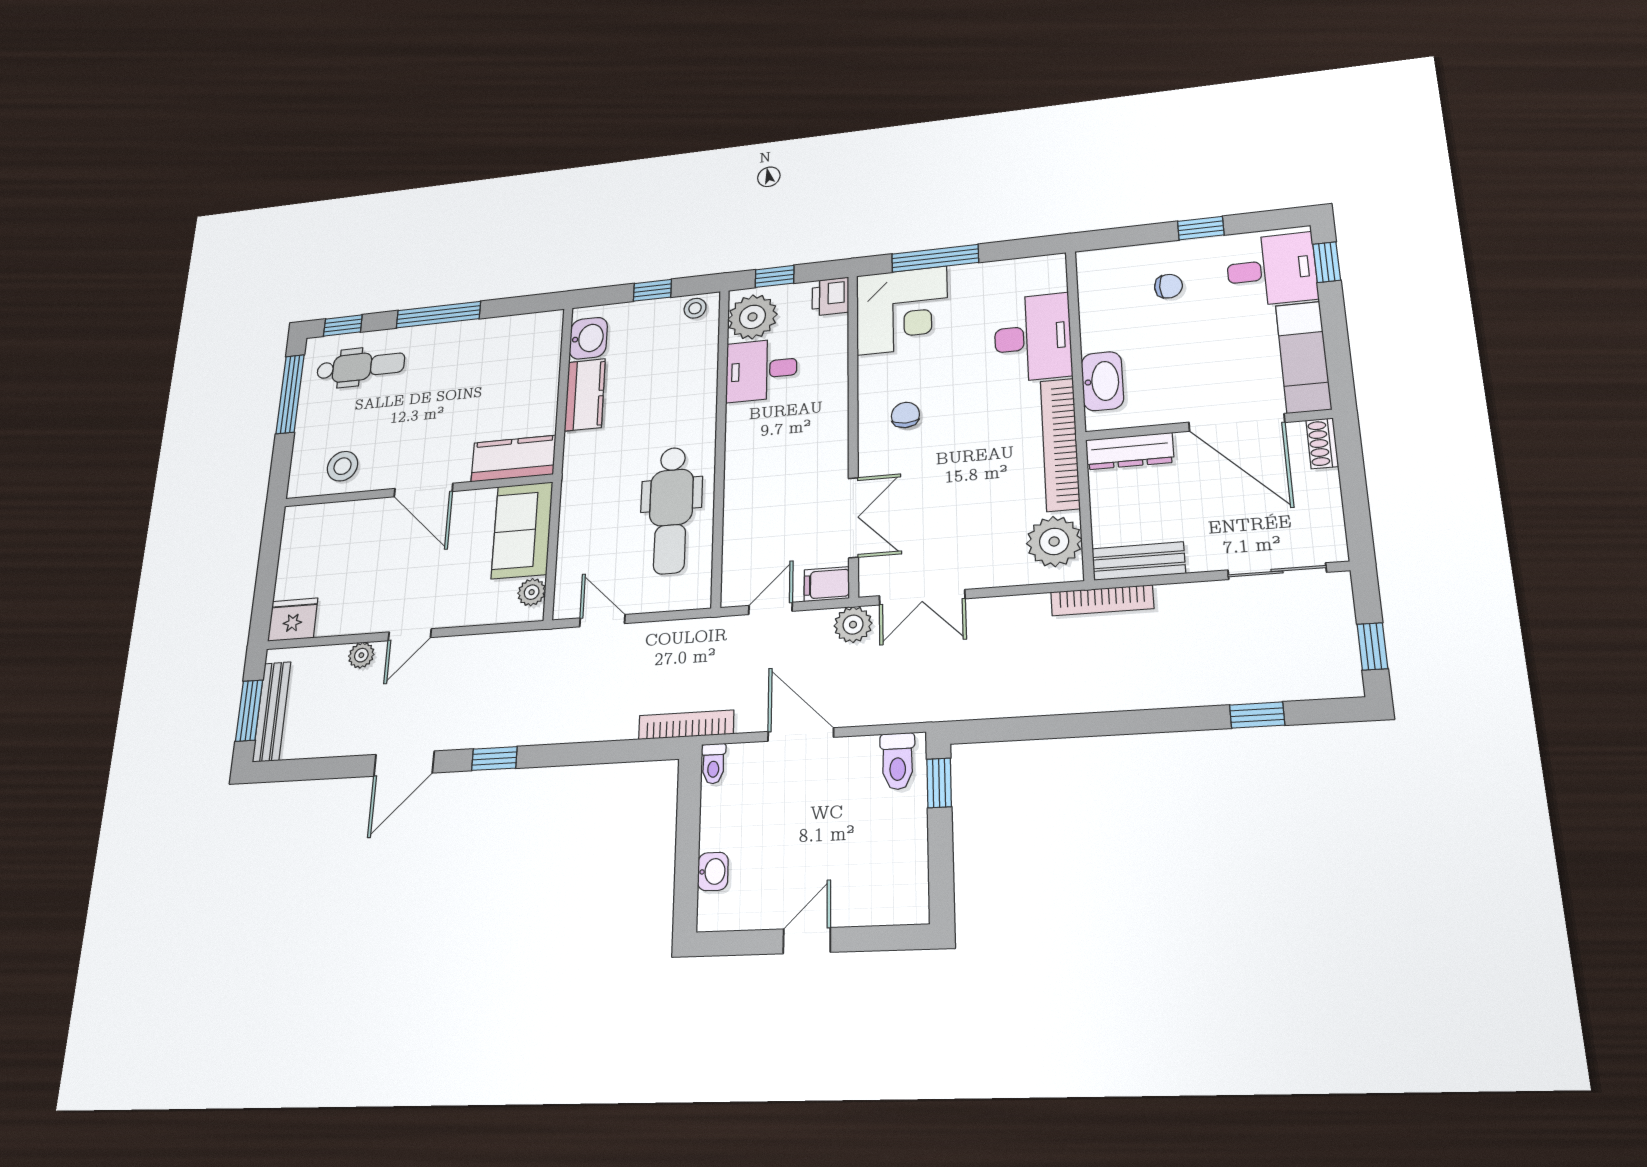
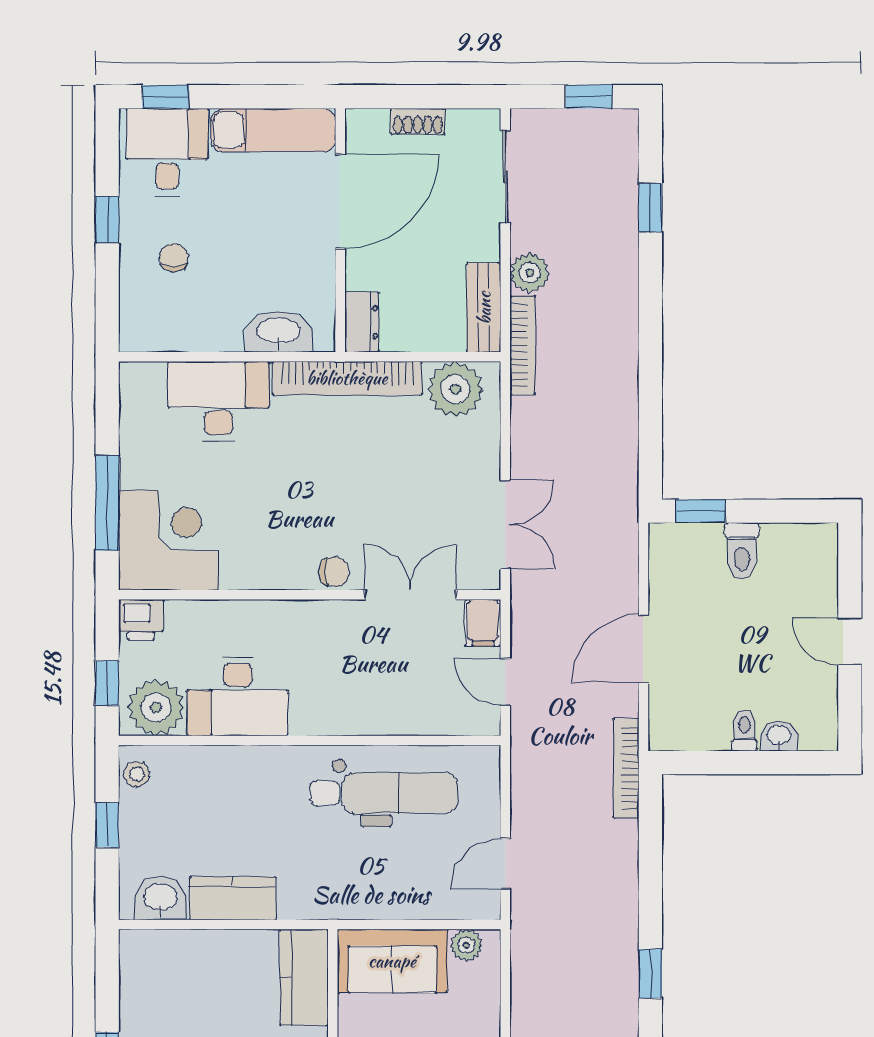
desk: (761, 370) -> (238, 696), width x1.37
chair: (905, 415) -> (334, 572), moved, turned 180
shoe rack: (1322, 443) -> (418, 121), moved
dresser: (1130, 451) -> (362, 322), width x0.70
plant: (853, 625) -> (530, 273), moved
toilet: (898, 761) -> (742, 551), moved, turned 90
toilet: (713, 764) -> (744, 730), moved, turned -90

